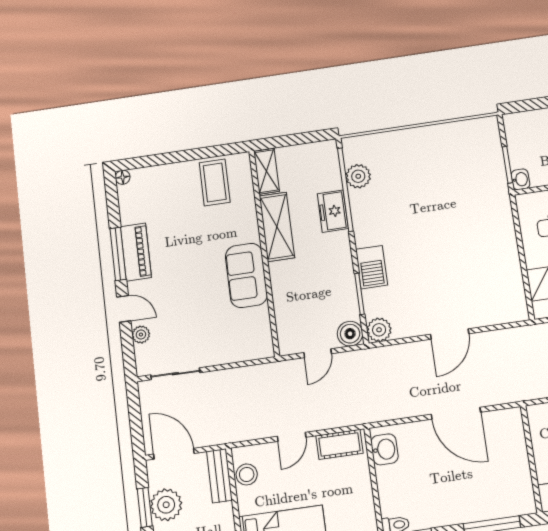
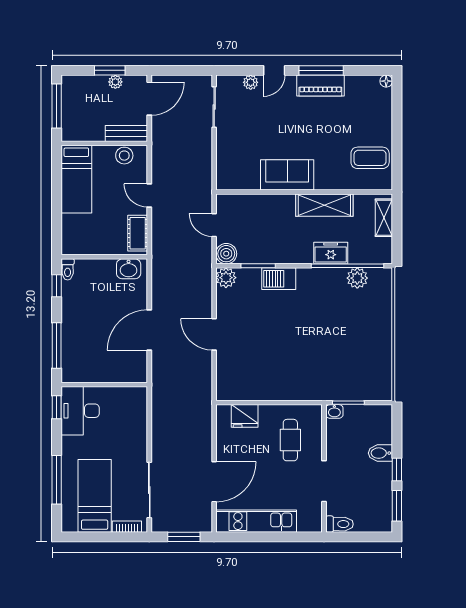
shelving: (266, 171) -> (384, 218), moved, turned 90
plant: (166, 505) -> (115, 82), width x0.53, depth x0.53

